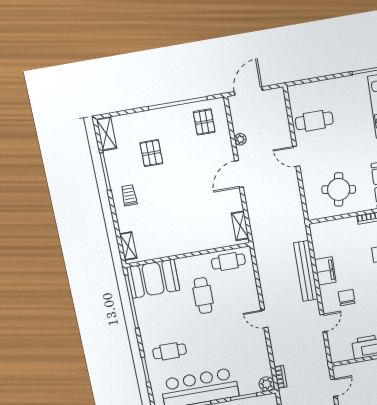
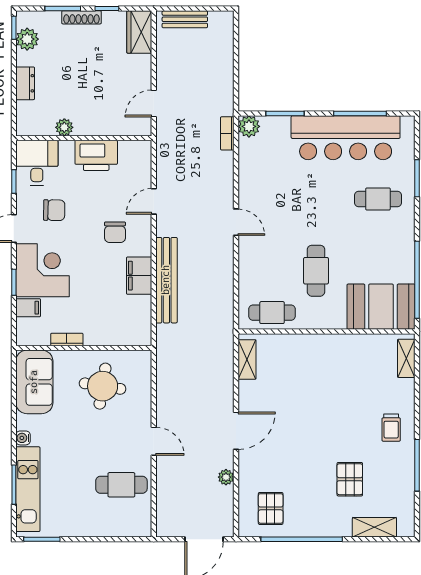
shelving: (107, 134) -> (374, 527), moved, turned 90

